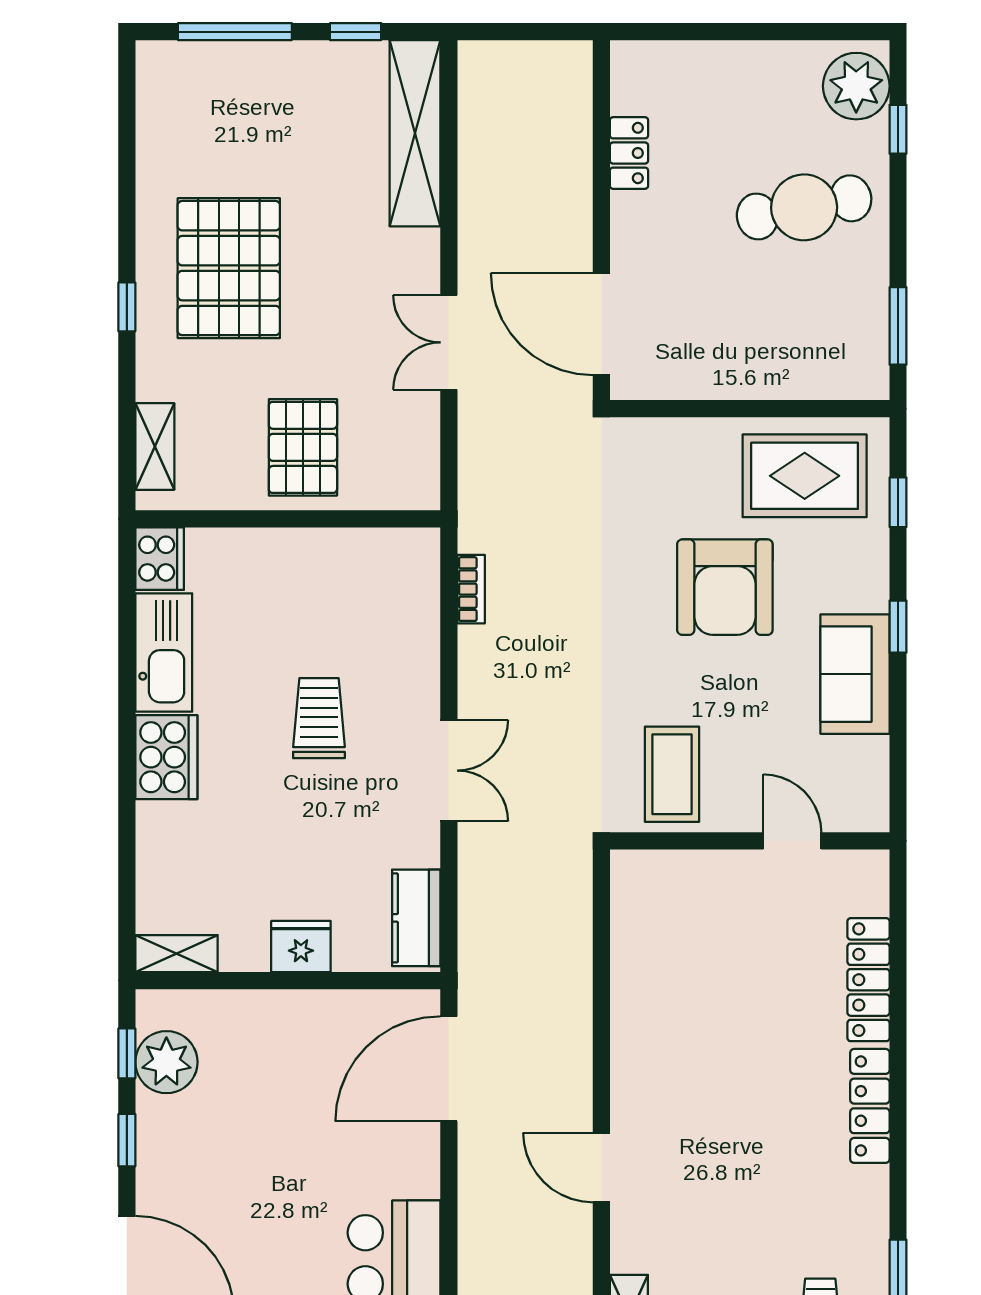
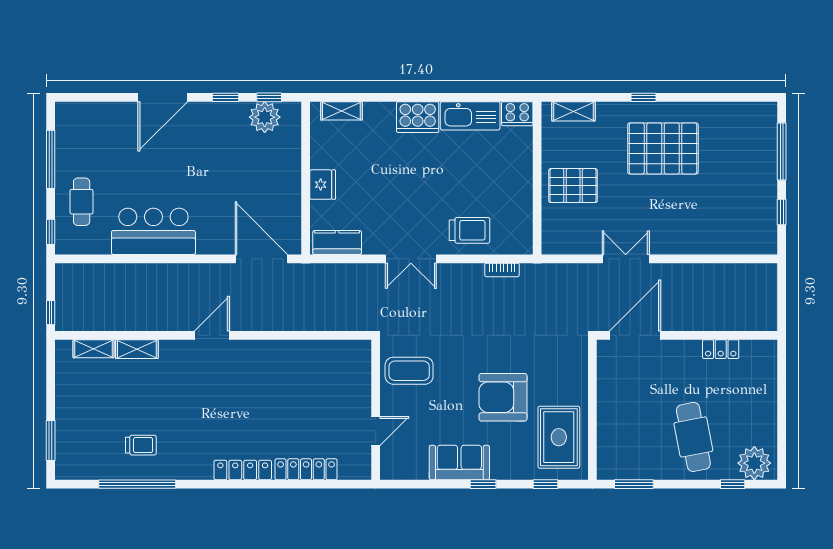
shelving: (415, 133) -> (731, 242), removed
trolley: (319, 718) -> (470, 230), moved
shelving: (177, 954) -> (341, 111), moved, turned 90

